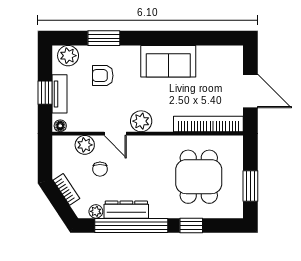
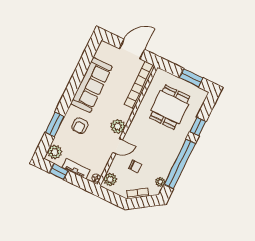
sofa: (168, 61) -> (92, 85), width x1.36
armchair: (103, 76) -> (80, 126), moved
window: (45, 93) -> (59, 172), moved
plant: (85, 145) -> (110, 179), moved
dining table: (199, 177) -> (170, 107), turned 90
dresser: (126, 210) -> (168, 162), removed

